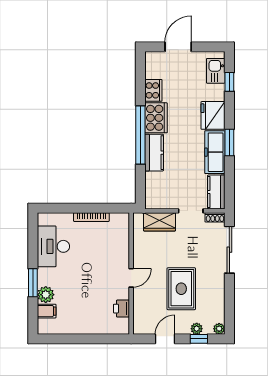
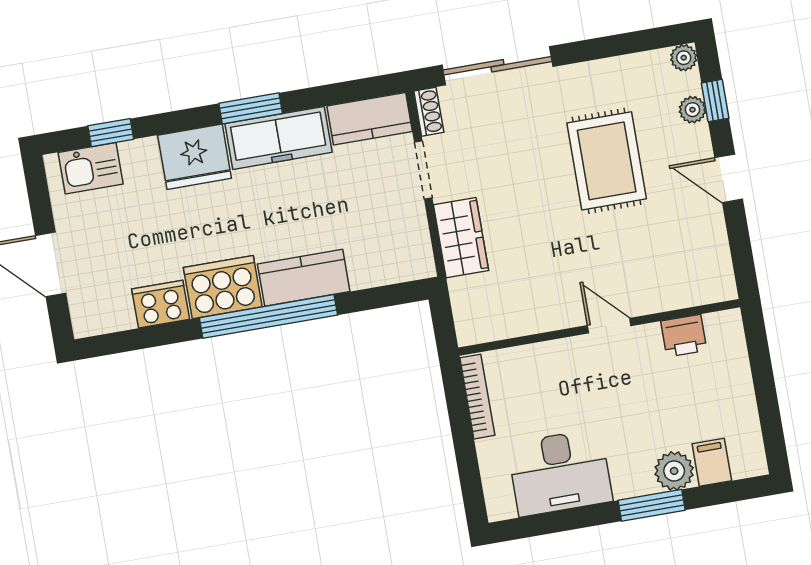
wall: (131, 274) -> (599, 327), moved
door: (131, 278) -> (609, 326), moved
rug: (181, 289) -> (607, 161), turned 90
printer: (121, 309) -> (684, 336), moved

